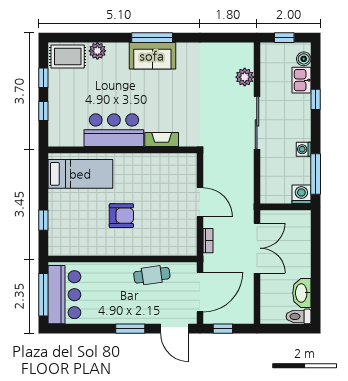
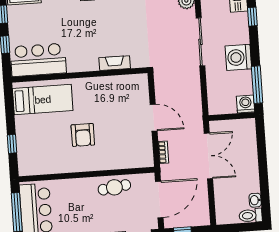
bar counter: (114, 130) -> (38, 60), moved
washing machine: (304, 149) -> (238, 57), width x1.89, depth x1.89
armchair: (121, 216) -> (83, 135), turned 90
washbasin: (302, 293) -> (255, 200), width x0.52, depth x0.69

